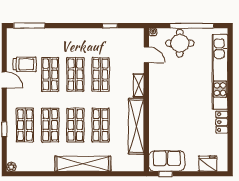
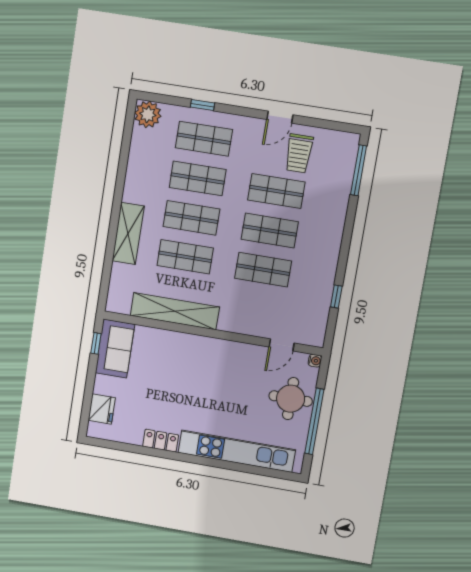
shelving: (139, 85) -> (237, 325), removed
shelving: (83, 164) -> (128, 234), width x0.68
plant: (11, 167) -> (148, 114), width x1.87, depth x1.87

